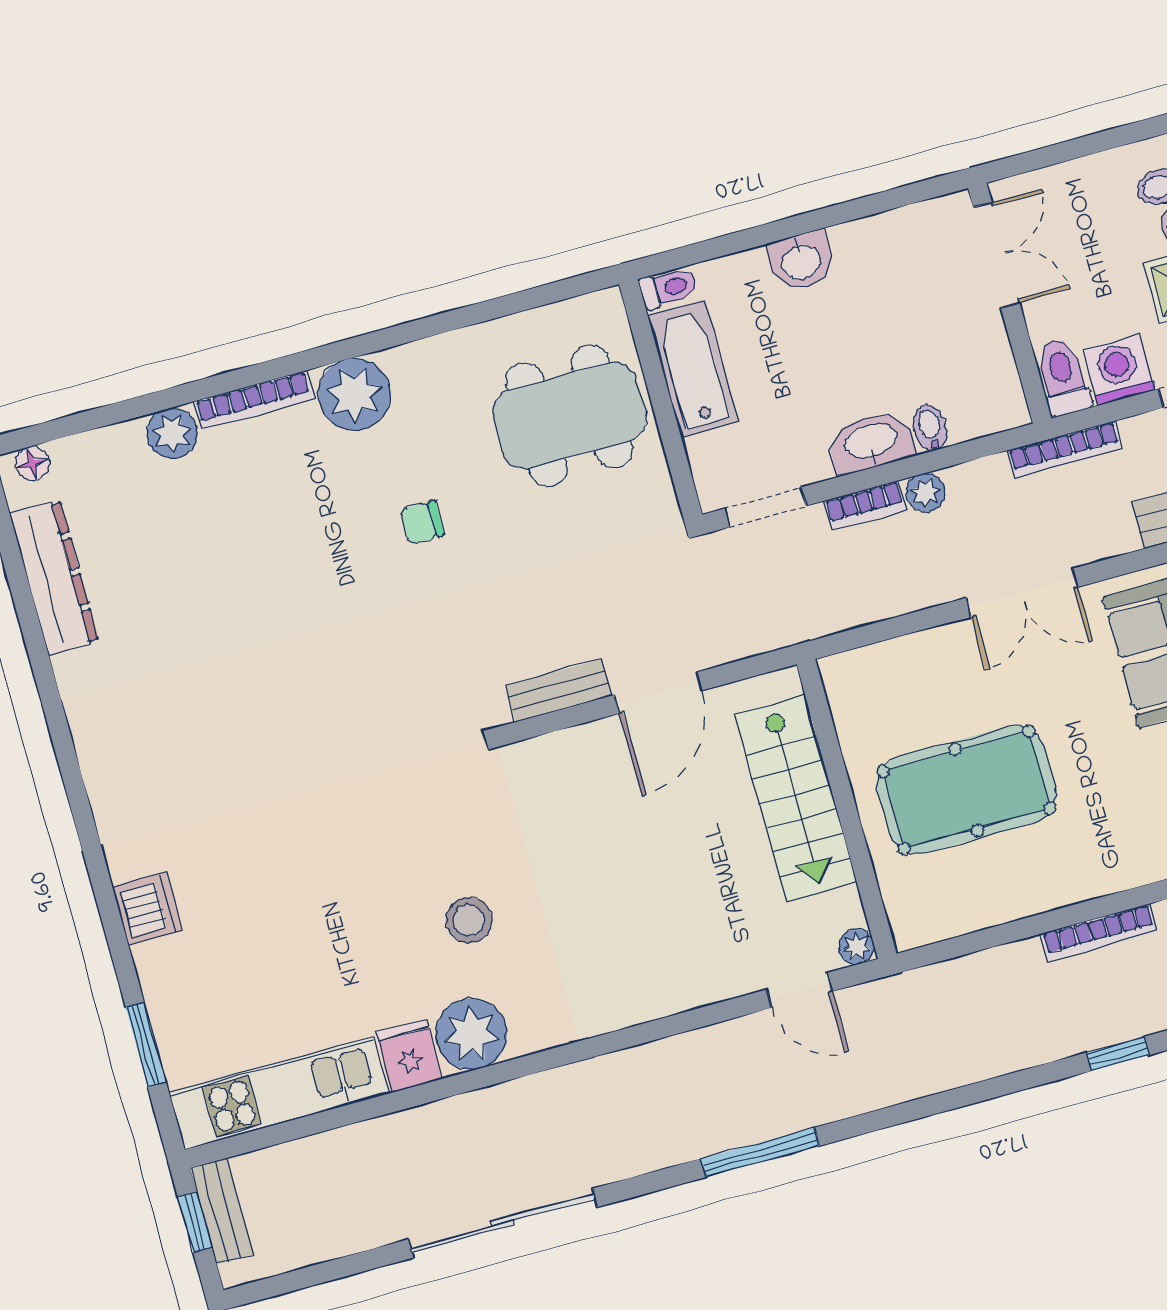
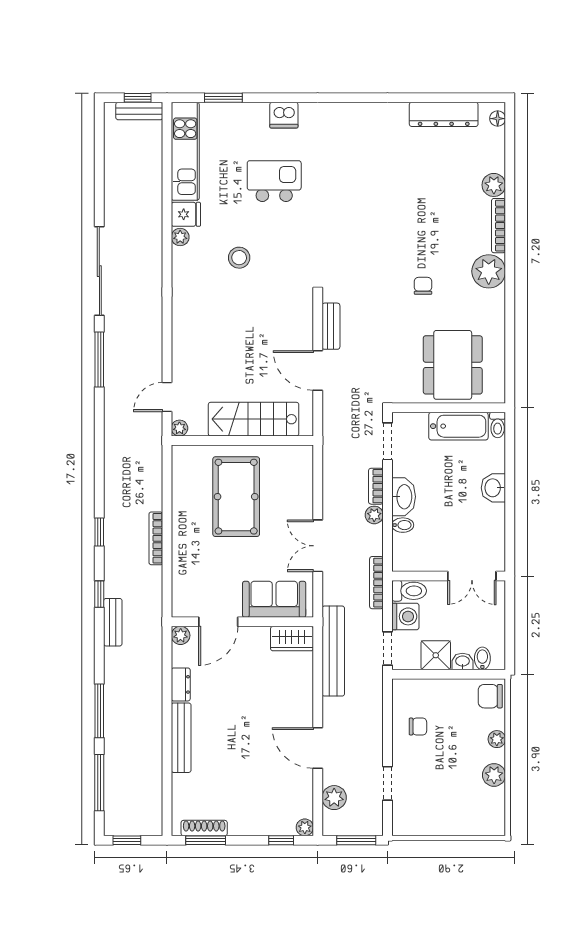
kitchen island: (290, 891) -> (274, 181), added
plant: (471, 1034) -> (180, 237), width x0.53, depth x0.53
sliding door: (503, 1223) -> (99, 271), moved

